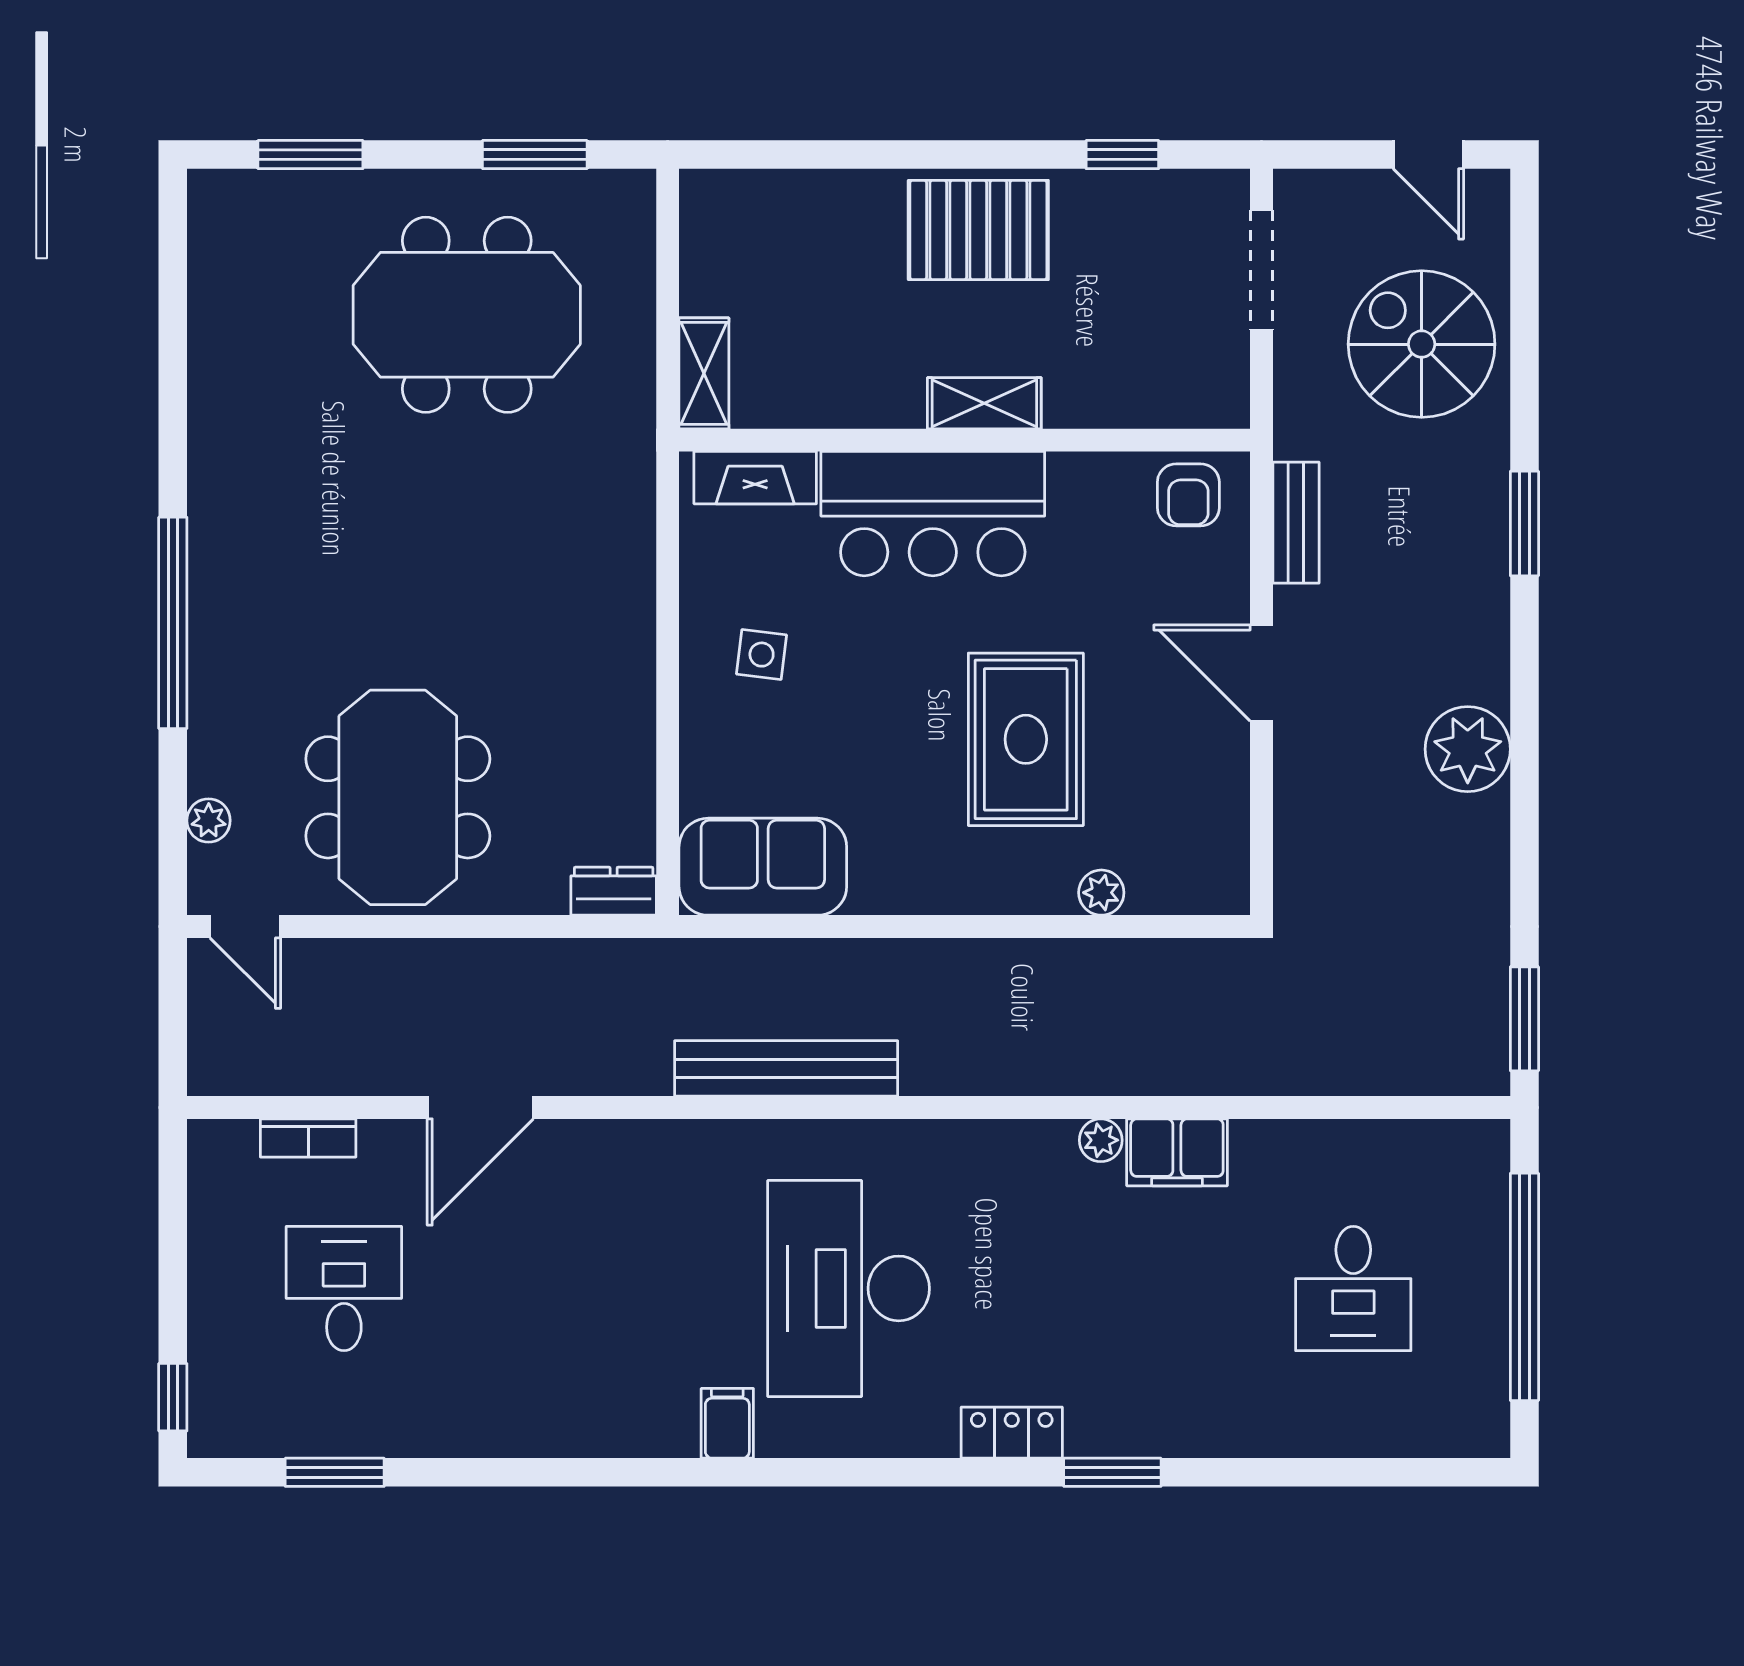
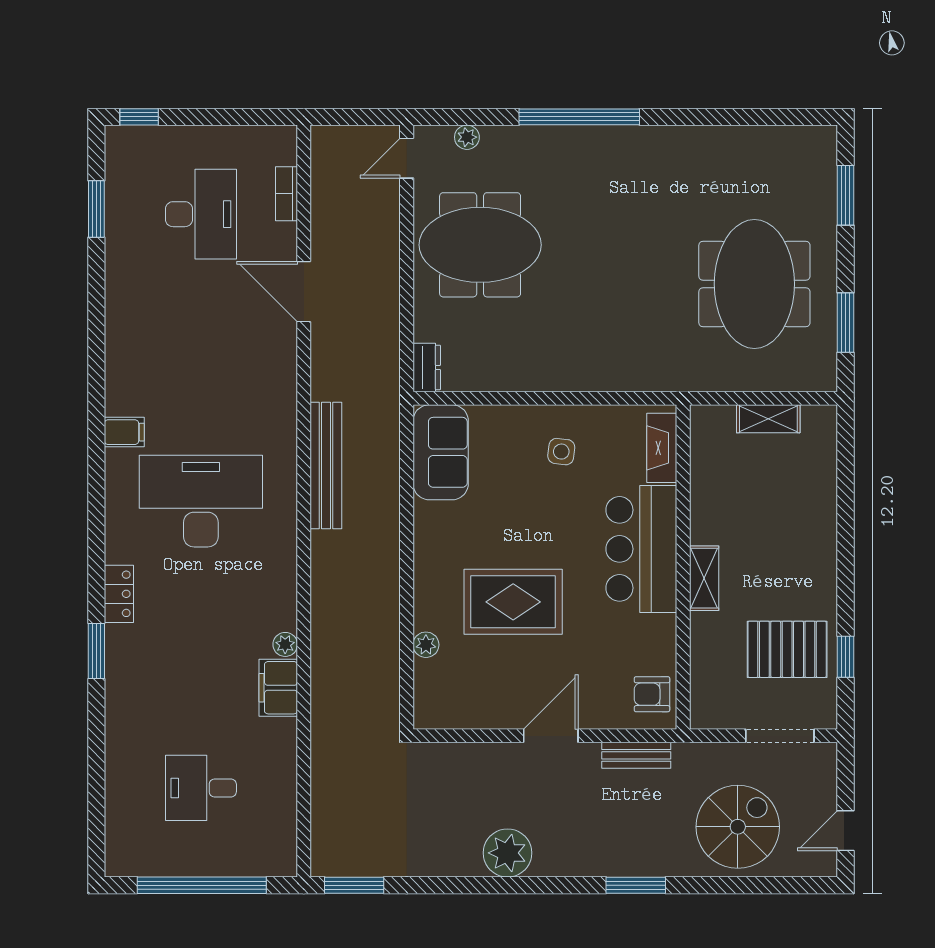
pallet: (978, 230) -> (787, 649), moved, turned 90
shelving: (704, 373) -> (768, 419), moved
desk: (344, 1288) -> (201, 214), width x1.37

